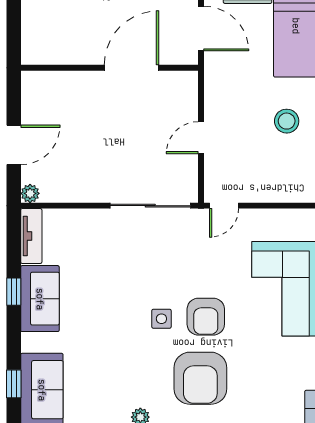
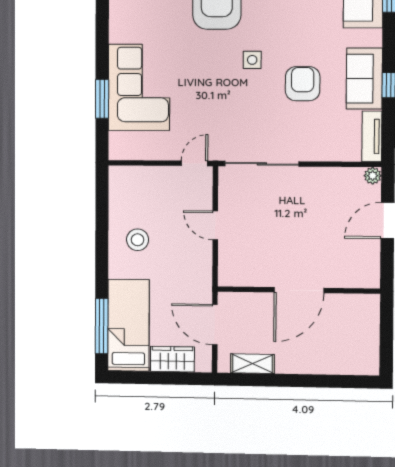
door: (131, 68) -> (299, 290), moved
door: (201, 138) -> (215, 225), swing flipped
armchair: (206, 317) -> (303, 84), moved

